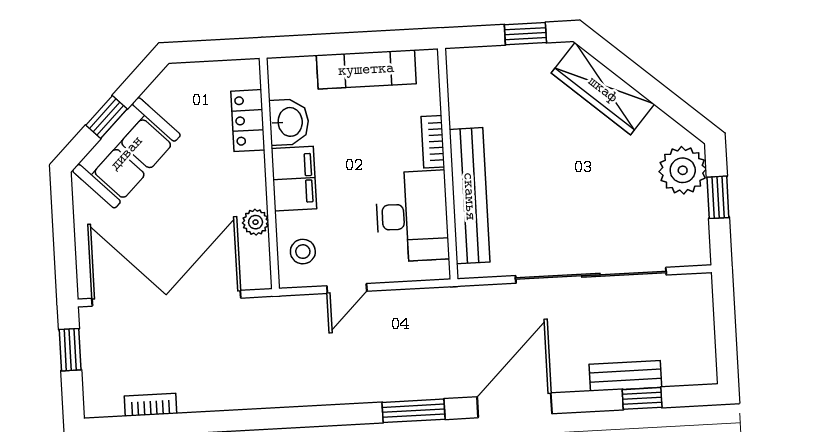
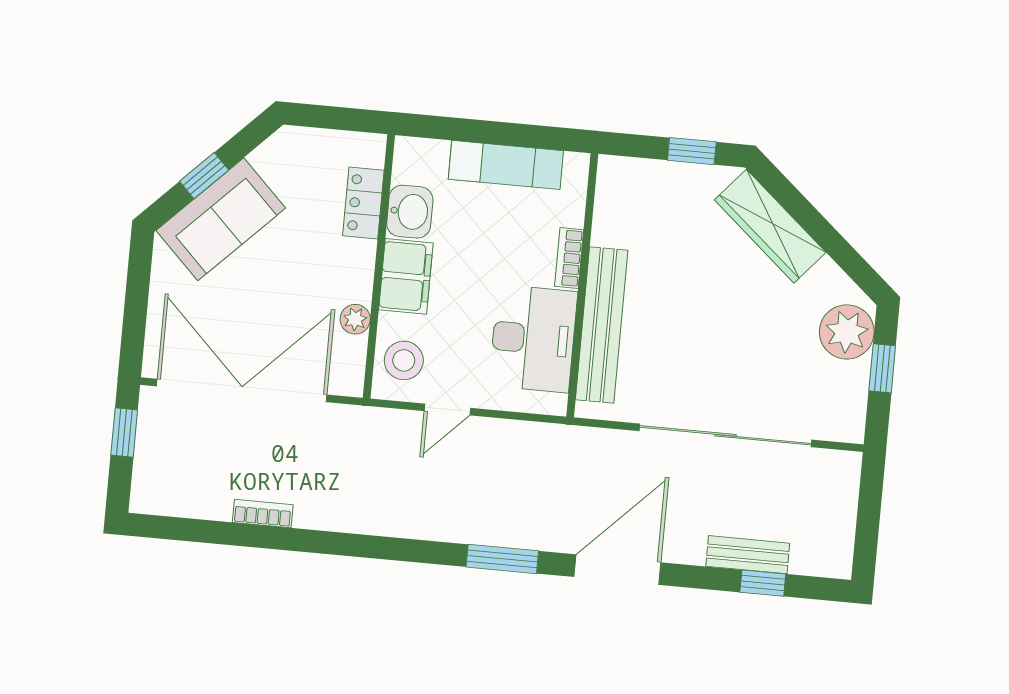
stool: (303, 252) -> (404, 360), width x1.37, depth x1.37
bookcase: (150, 405) -> (263, 514), moved

